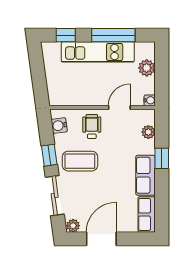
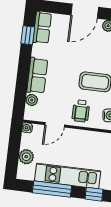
window: (162, 158) -> (28, 35), moved
row of seats: (146, 175) -> (37, 76), moved

